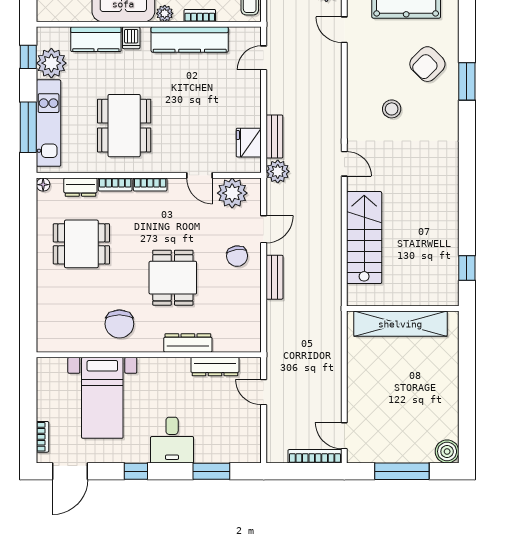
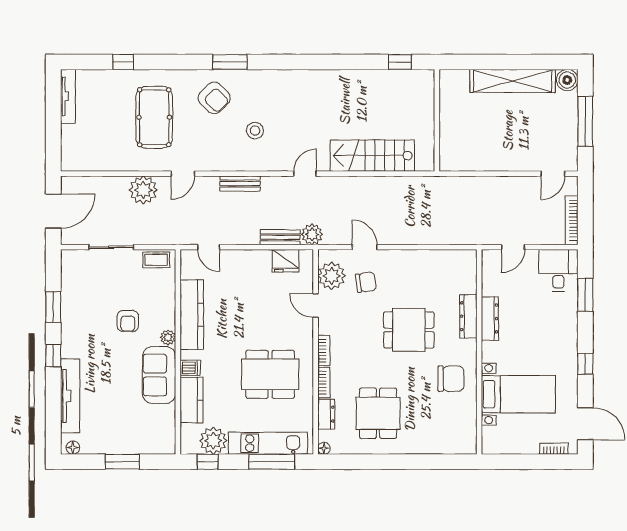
bookcase: (200, 16) -> (170, 305), removed
door: (199, 175) -> (316, 306), swing flipped
chair: (237, 256) -> (366, 282), moved
bench: (275, 277) -> (240, 184), moved
shelving: (400, 324) -> (513, 81), moved, turned 90
dresser: (215, 367) -> (490, 319), moved
desk: (172, 440) -> (558, 270), moved, turned -90
bookcase: (315, 456) -> (572, 220), moved

